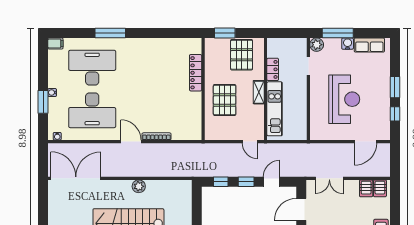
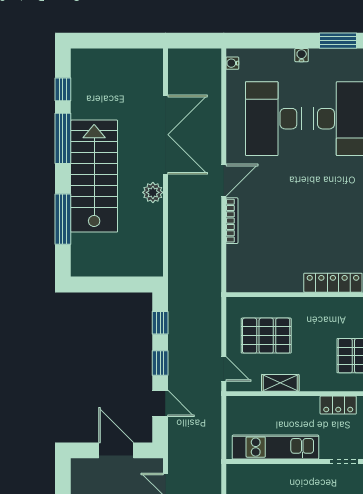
shelving: (259, 92) -> (280, 383), moved
pallet: (225, 100) -> (266, 336), moved
window: (43, 102) -> (338, 41), moved
kitchen unit: (275, 109) -> (275, 447), moved, turned 180
door: (250, 142) -> (224, 369), swing flipped
double door: (76, 178) -> (165, 135), moved

